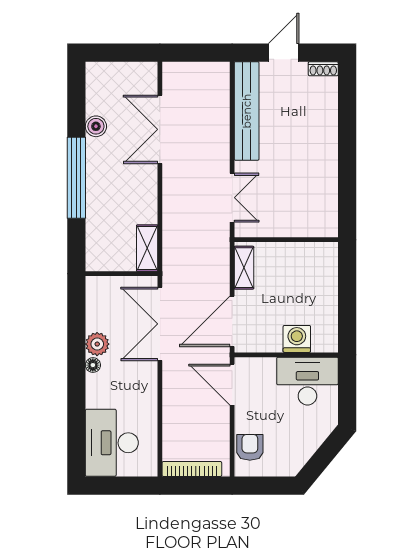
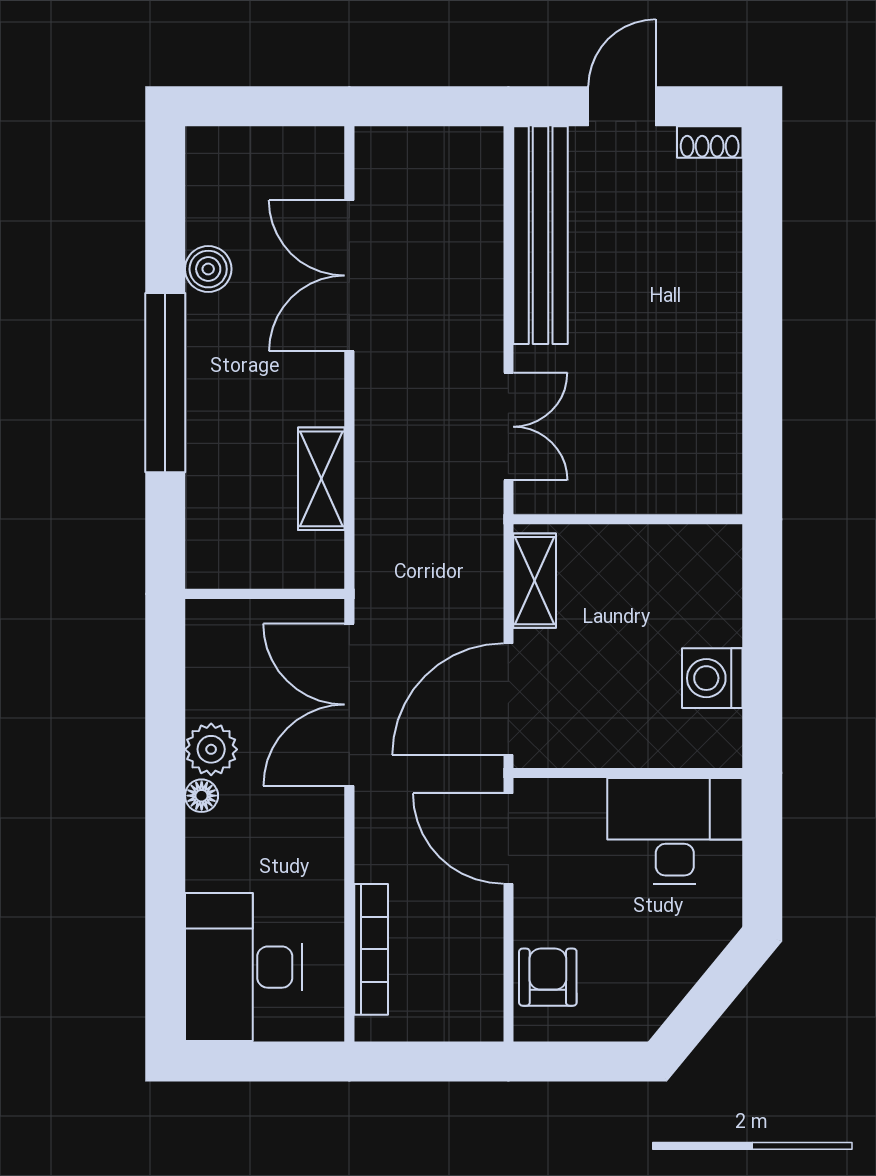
shelving: (147, 248) -> (321, 479), moved
washing machine: (297, 339) -> (712, 678), moved, turned -90
bookcase: (192, 469) -> (371, 949), moved, turned 90

